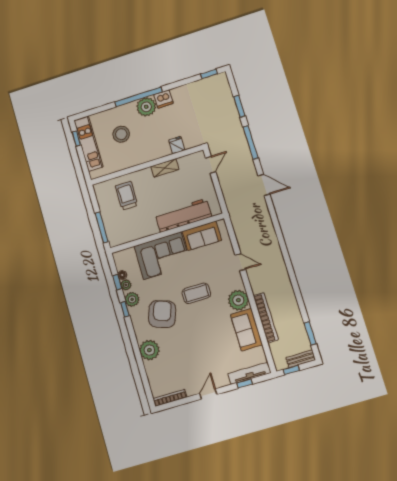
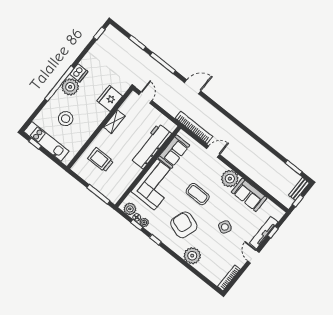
fridge: (177, 145) -> (110, 98), width x1.88, depth x1.34
coffee table: (196, 293) -> (198, 194), turned 90
plant: (132, 299) -> (130, 209), moved
bookcase: (266, 318) -> (194, 128), moved
side table: (201, 345) -> (225, 227), added
tv unit: (249, 373) -> (264, 233), moved

